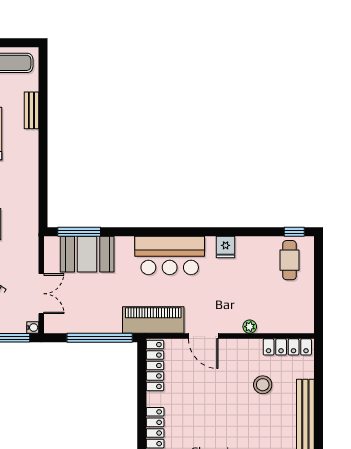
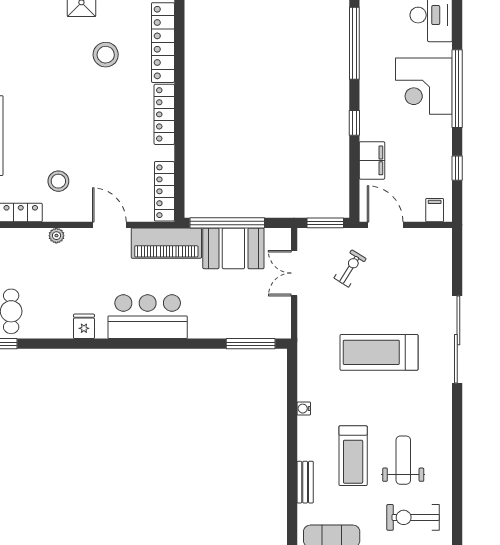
booth: (87, 254) -> (233, 248), moved
water cooler: (33, 327) -> (304, 409), moved
stool: (263, 385) -> (58, 181), moved

